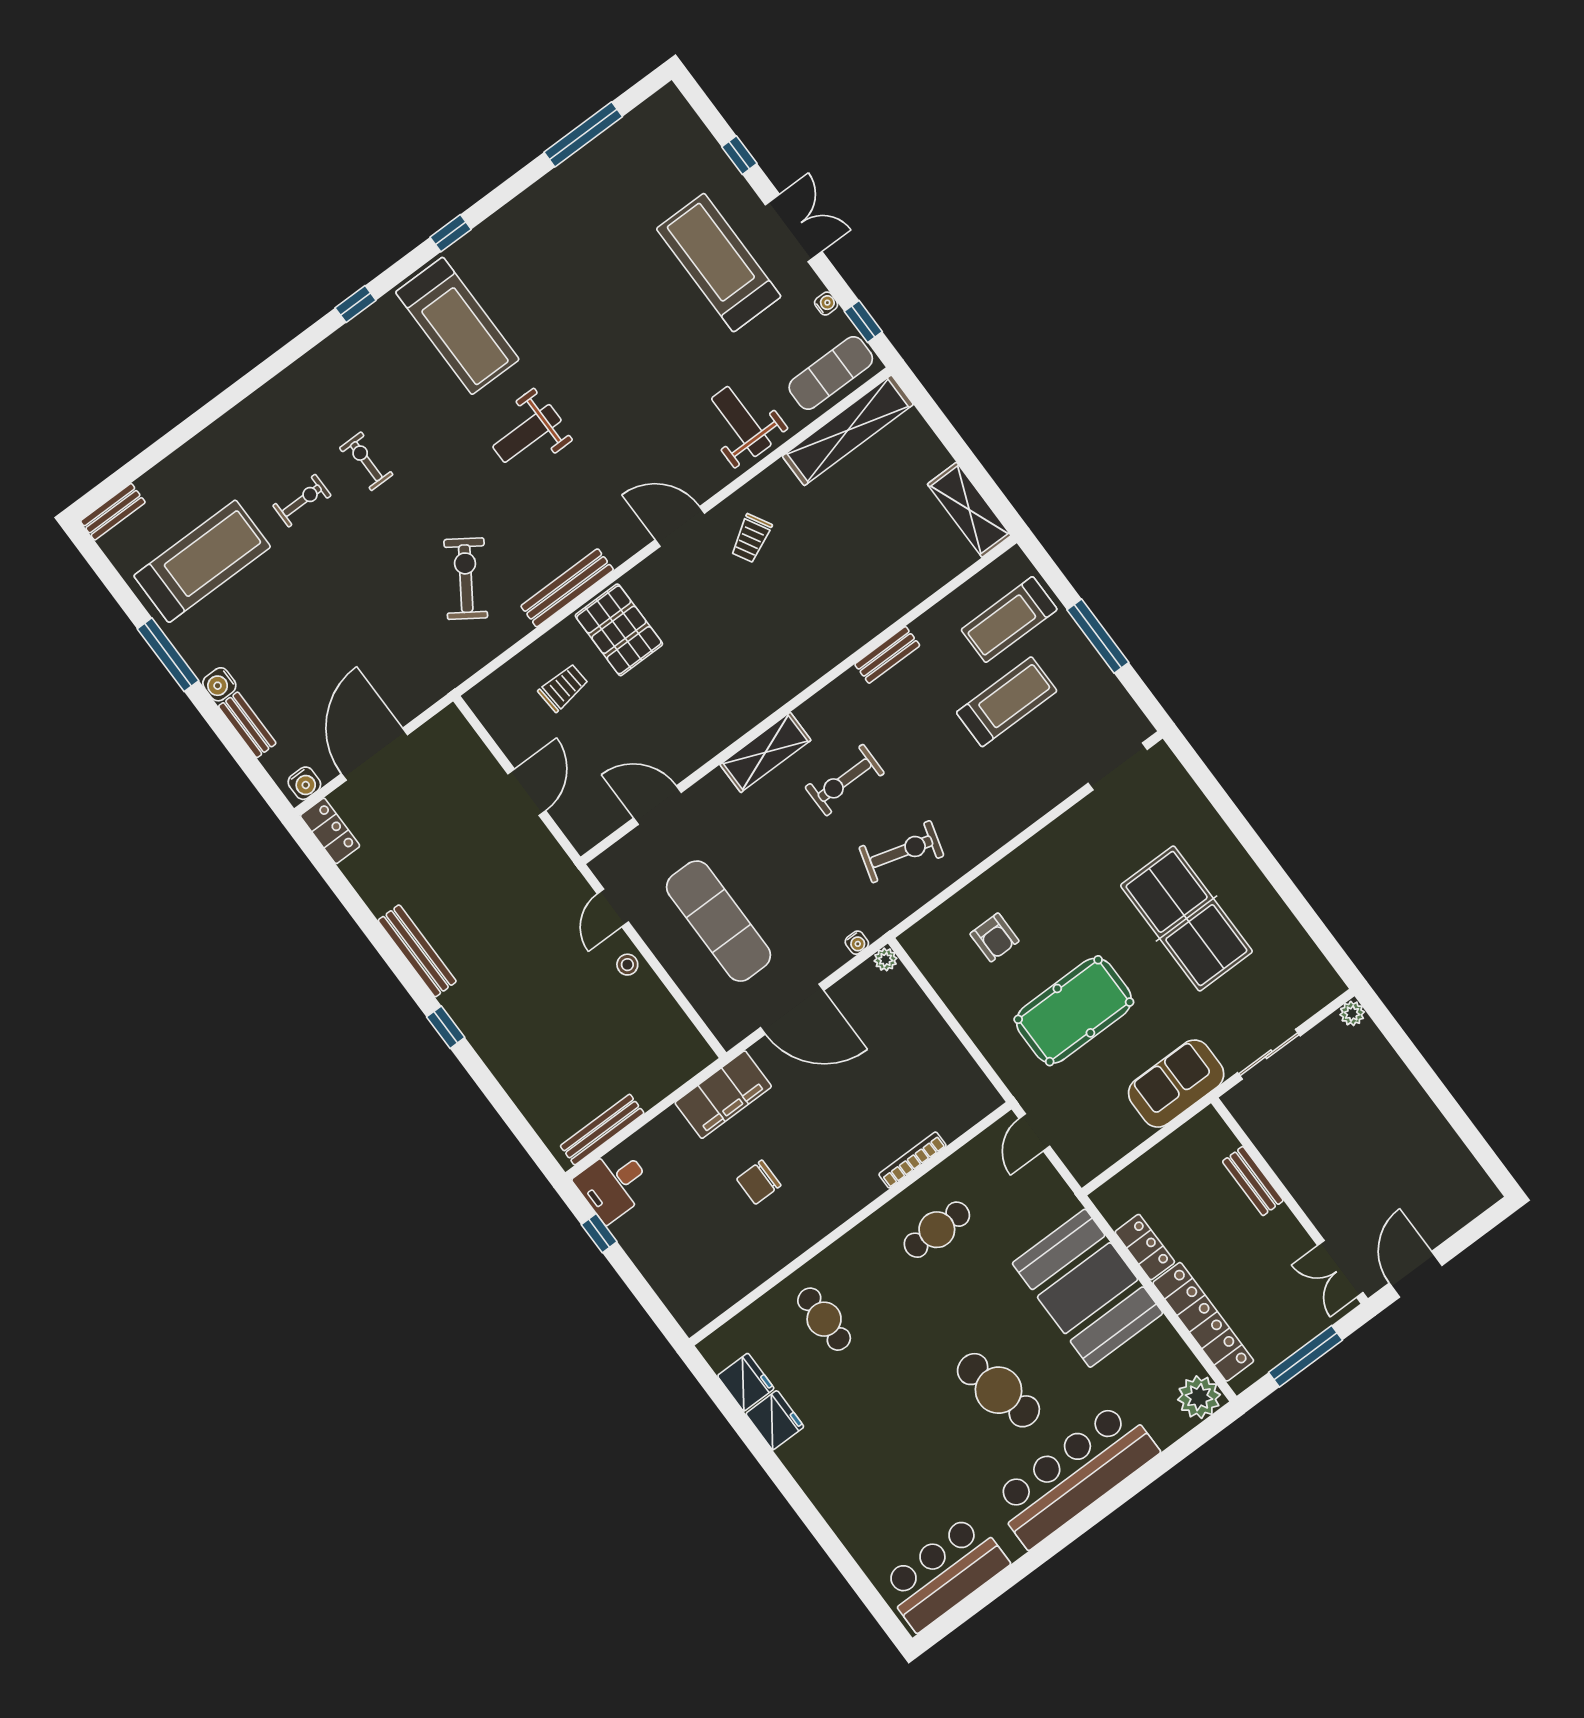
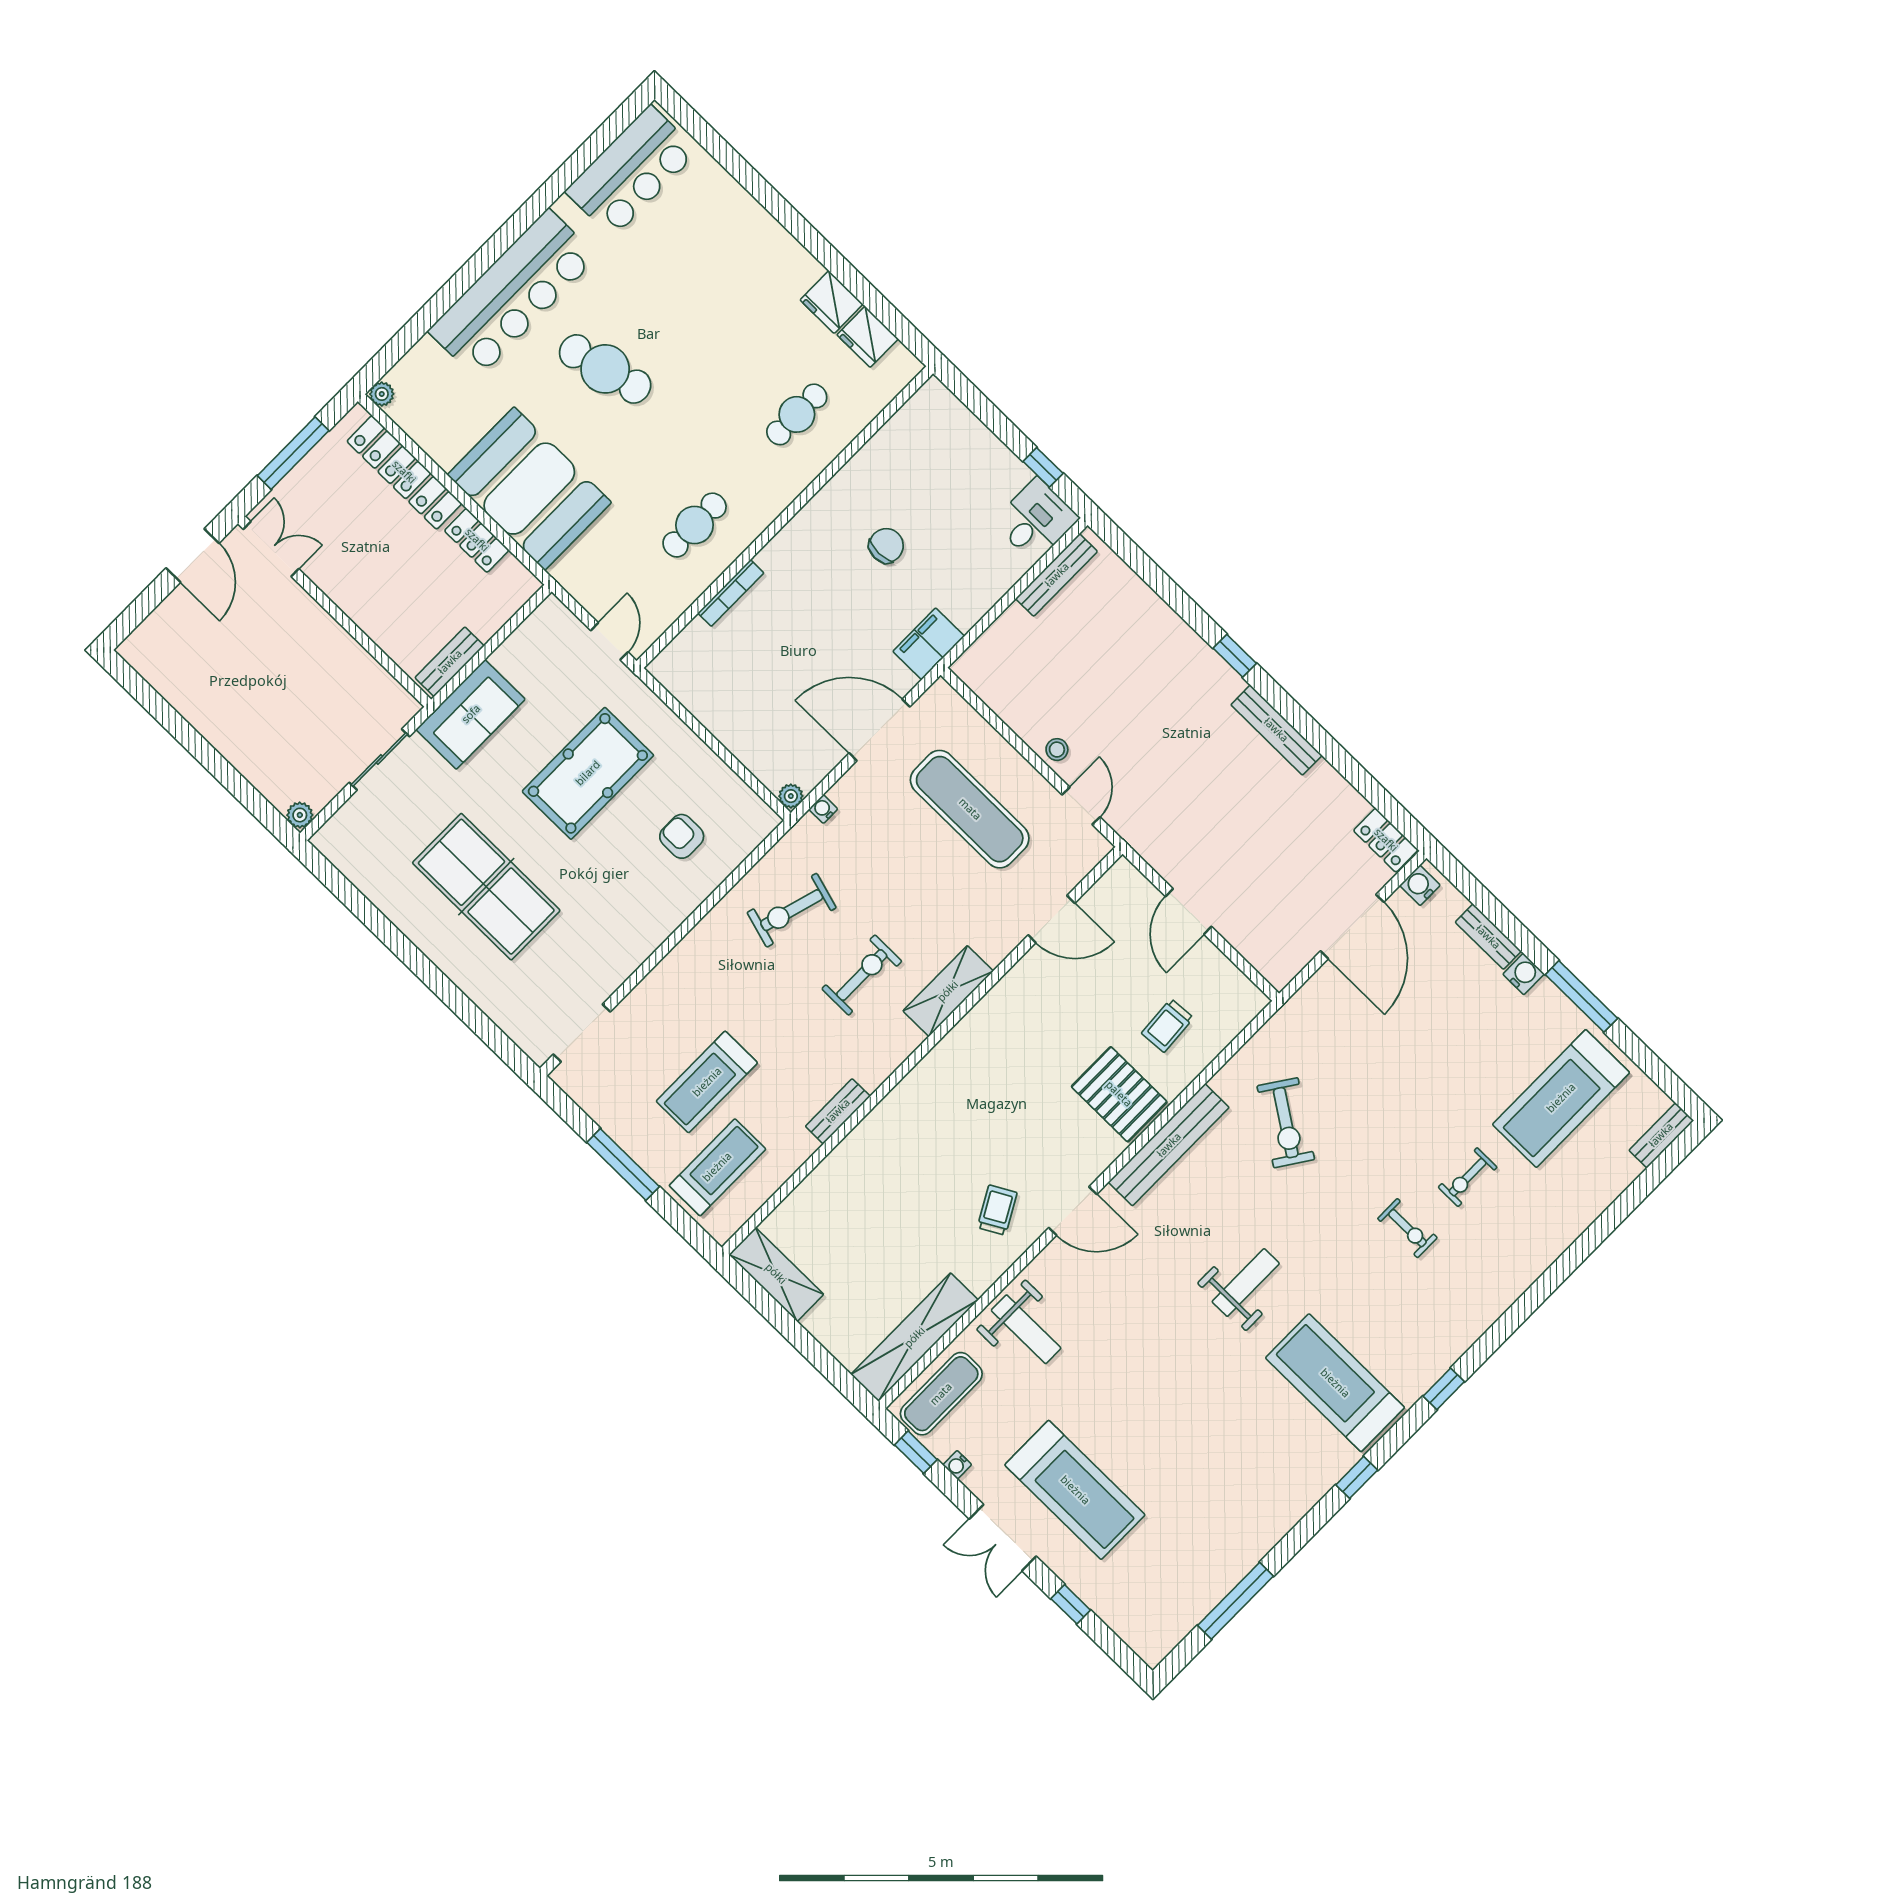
bench: (567, 588) -> (1169, 1145), width x1.37, depth x1.21
filing cabinet: (723, 1095) -> (929, 644), width x0.67, depth x0.86
bench: (1253, 1181) -> (450, 662), moved, turned 90
cafe table: (824, 1319) -> (797, 414), turned 90
plant: (1199, 1397) -> (382, 394), width x0.53, depth x0.53

